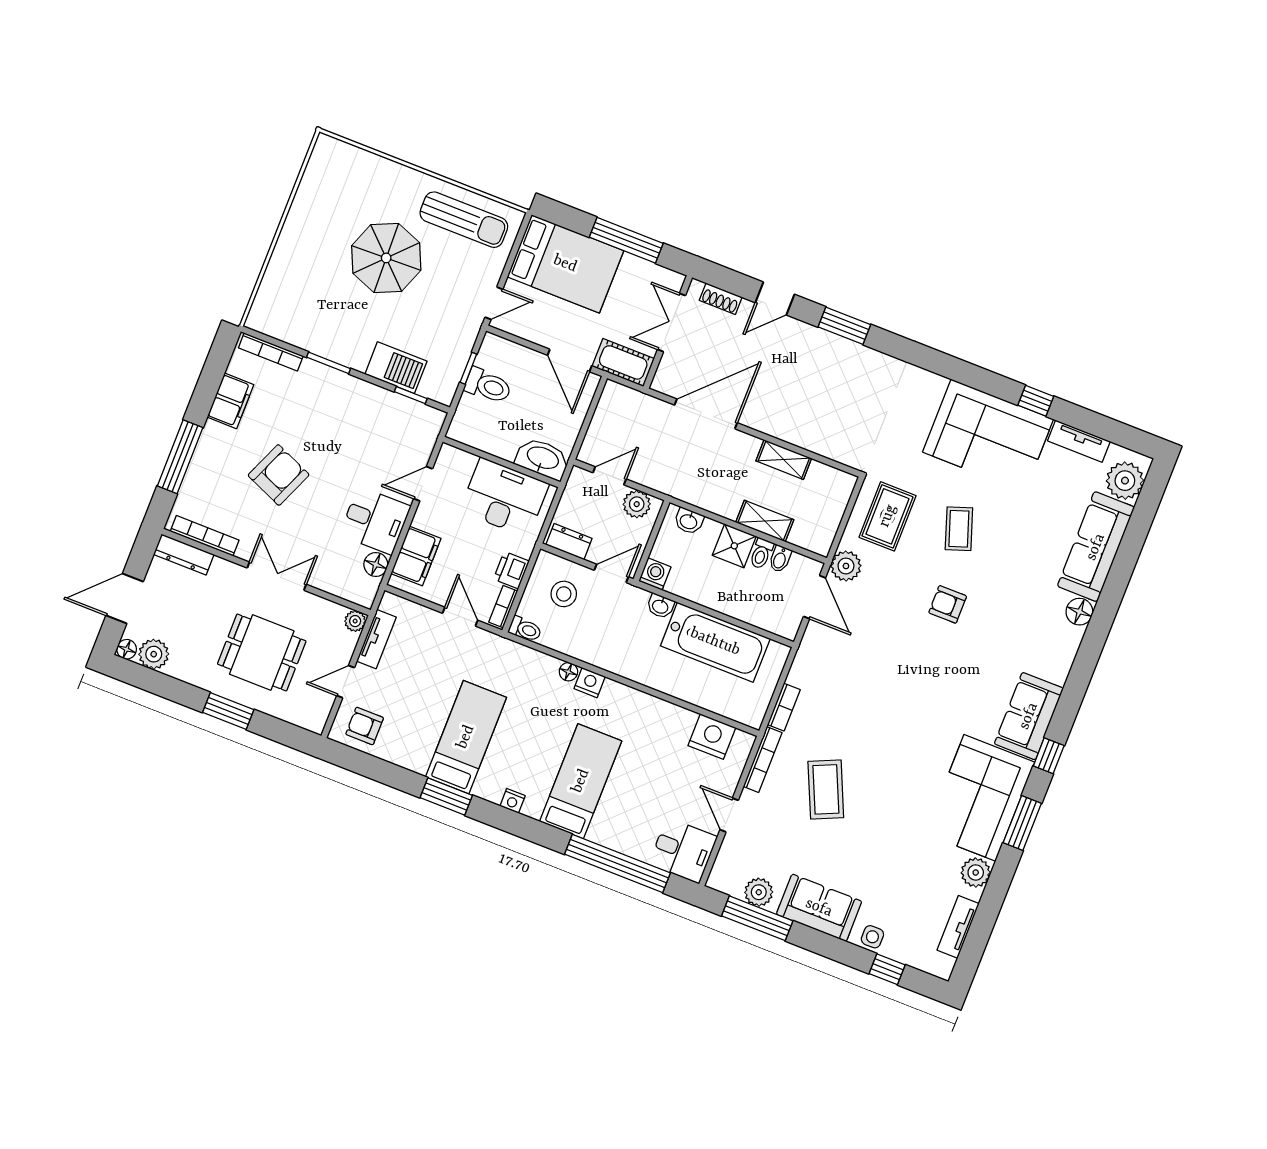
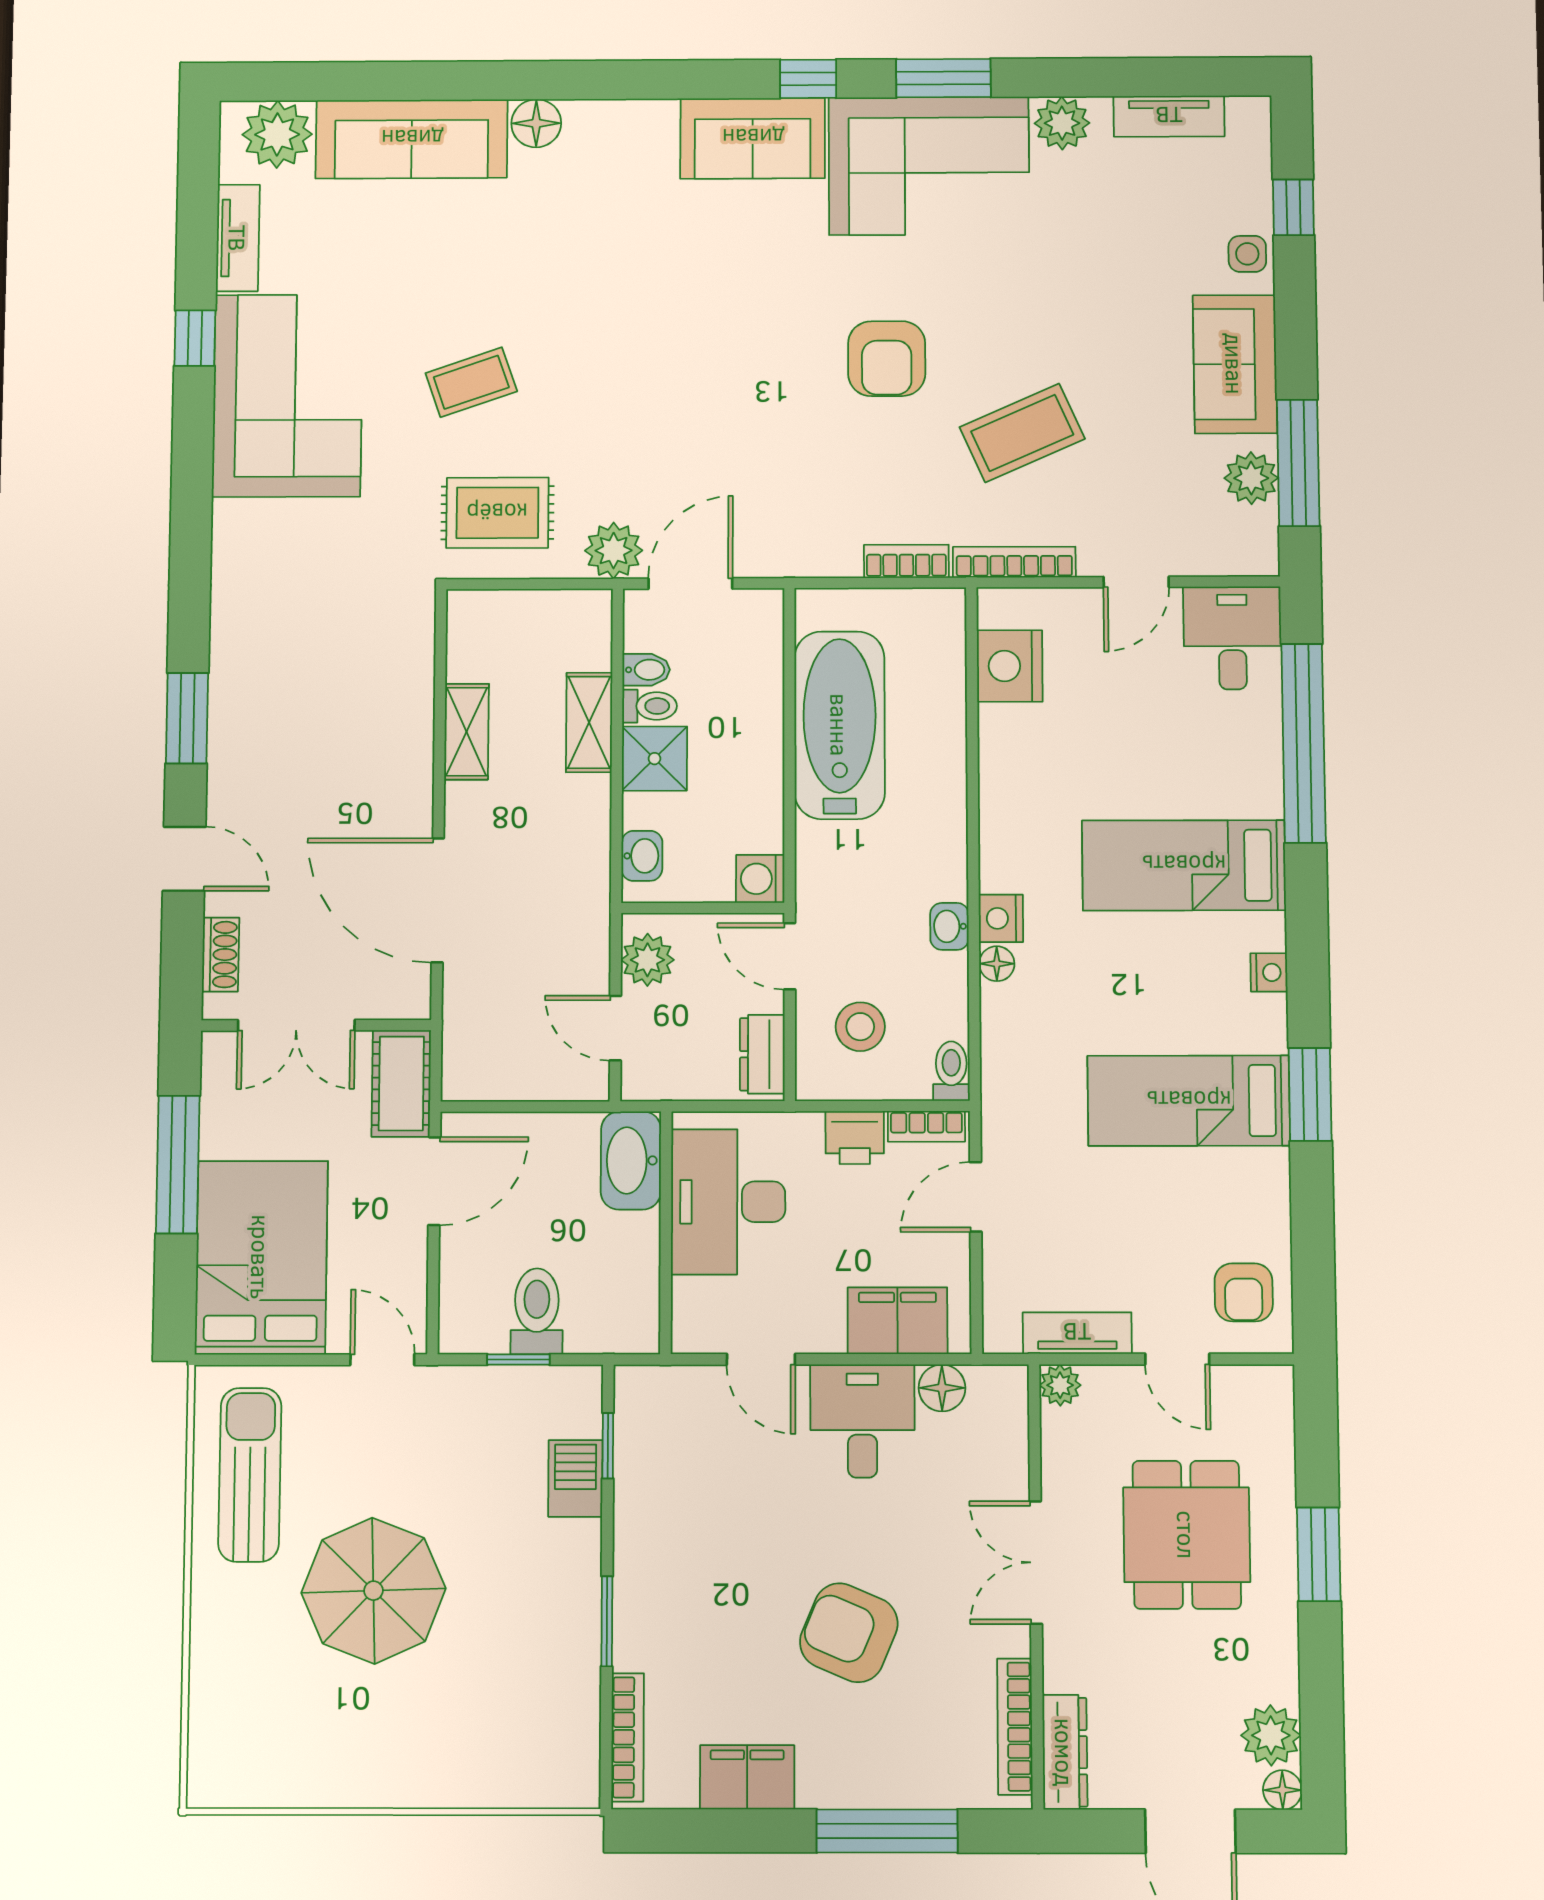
barbecue: (396, 368) -> (575, 1478), width x0.73, depth x0.79
armchair: (948, 604) -> (887, 359), moved, width x1.38, depth x1.38
washbasin: (660, 606) -> (949, 926), moved, turned 180

